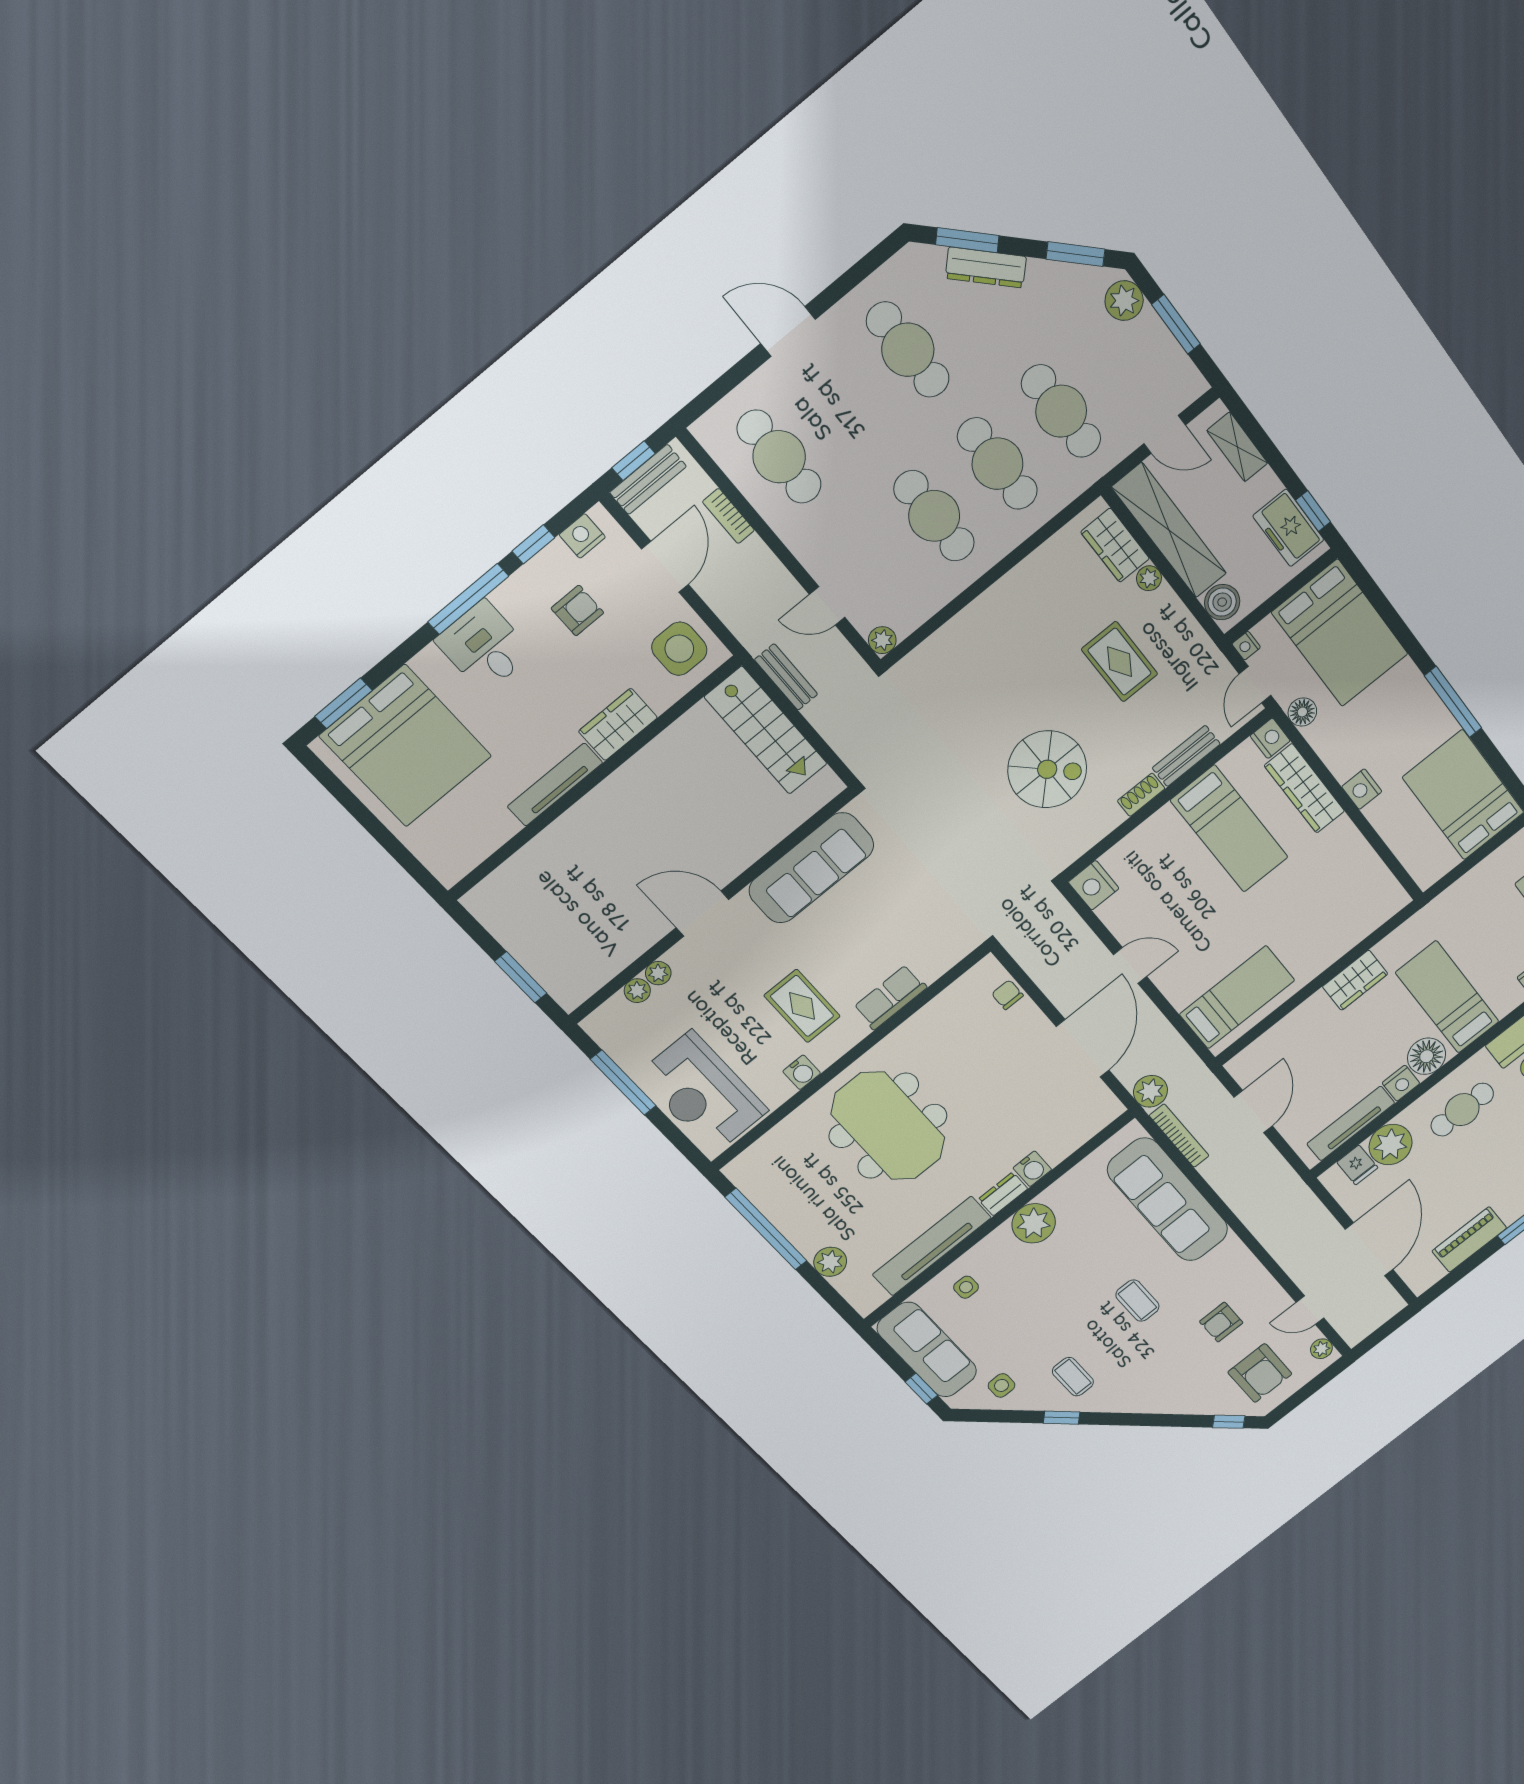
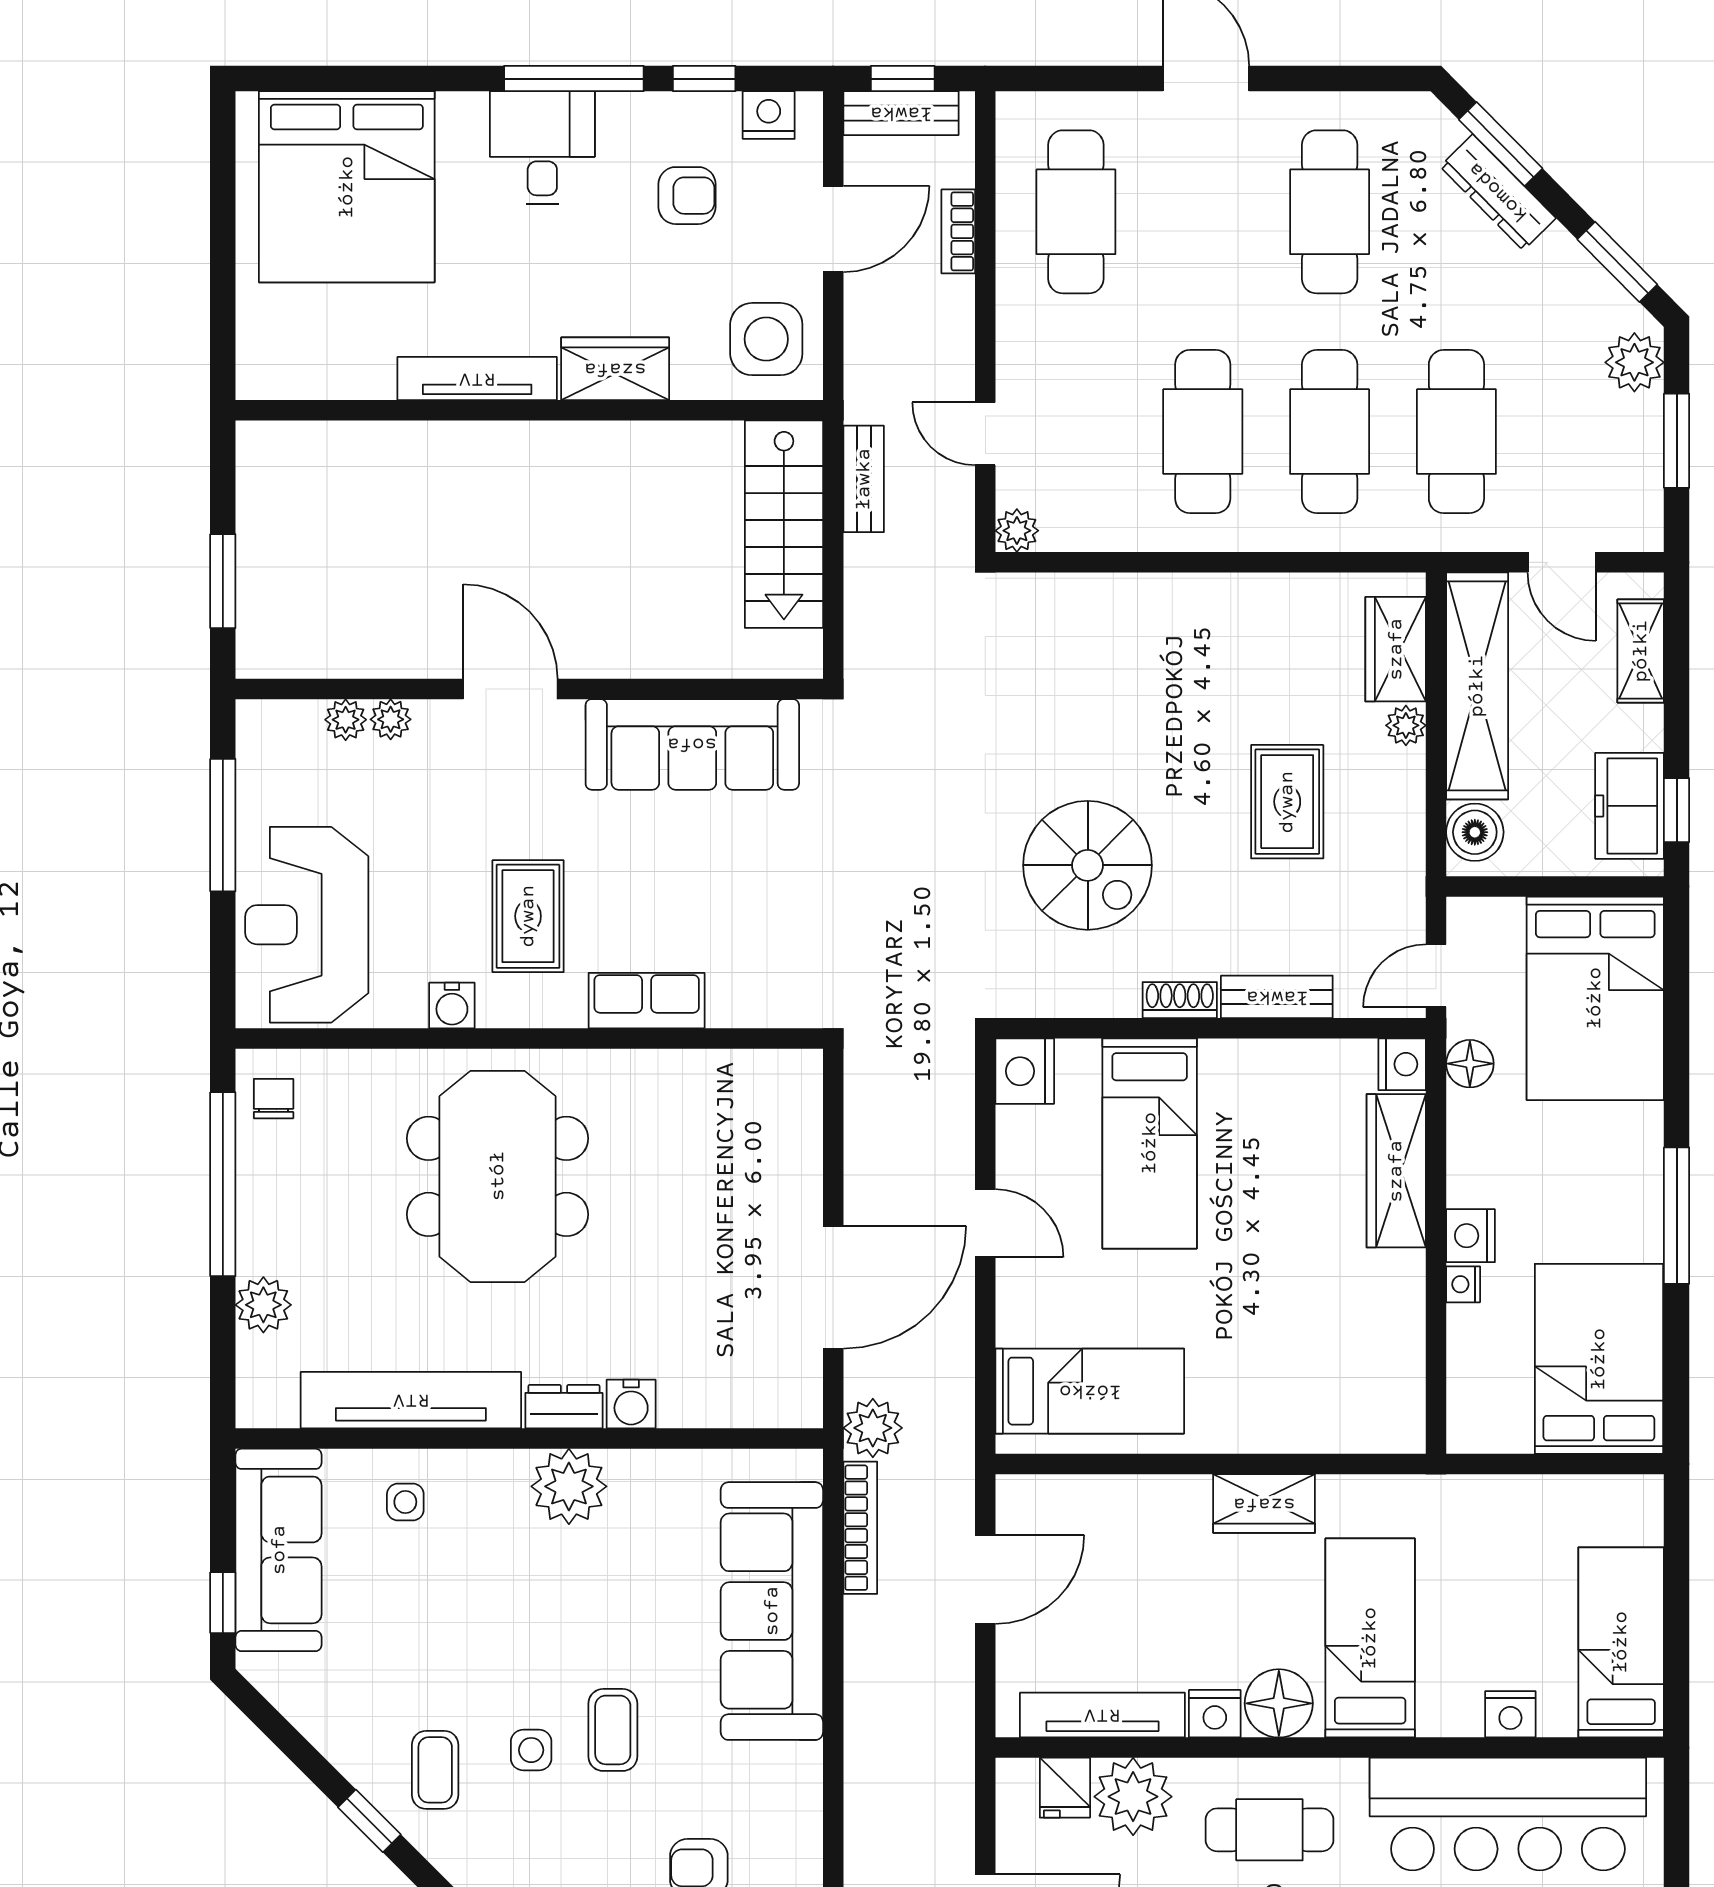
nightstand: (1246, 646) -> (1463, 1284), moved
window: (343, 703) -> (323, 79), removed
bed: (1229, 829) -> (1150, 1143), moved
chair: (1007, 995) -> (274, 1099), moved
side table: (1001, 1385) -> (531, 1750), moved

